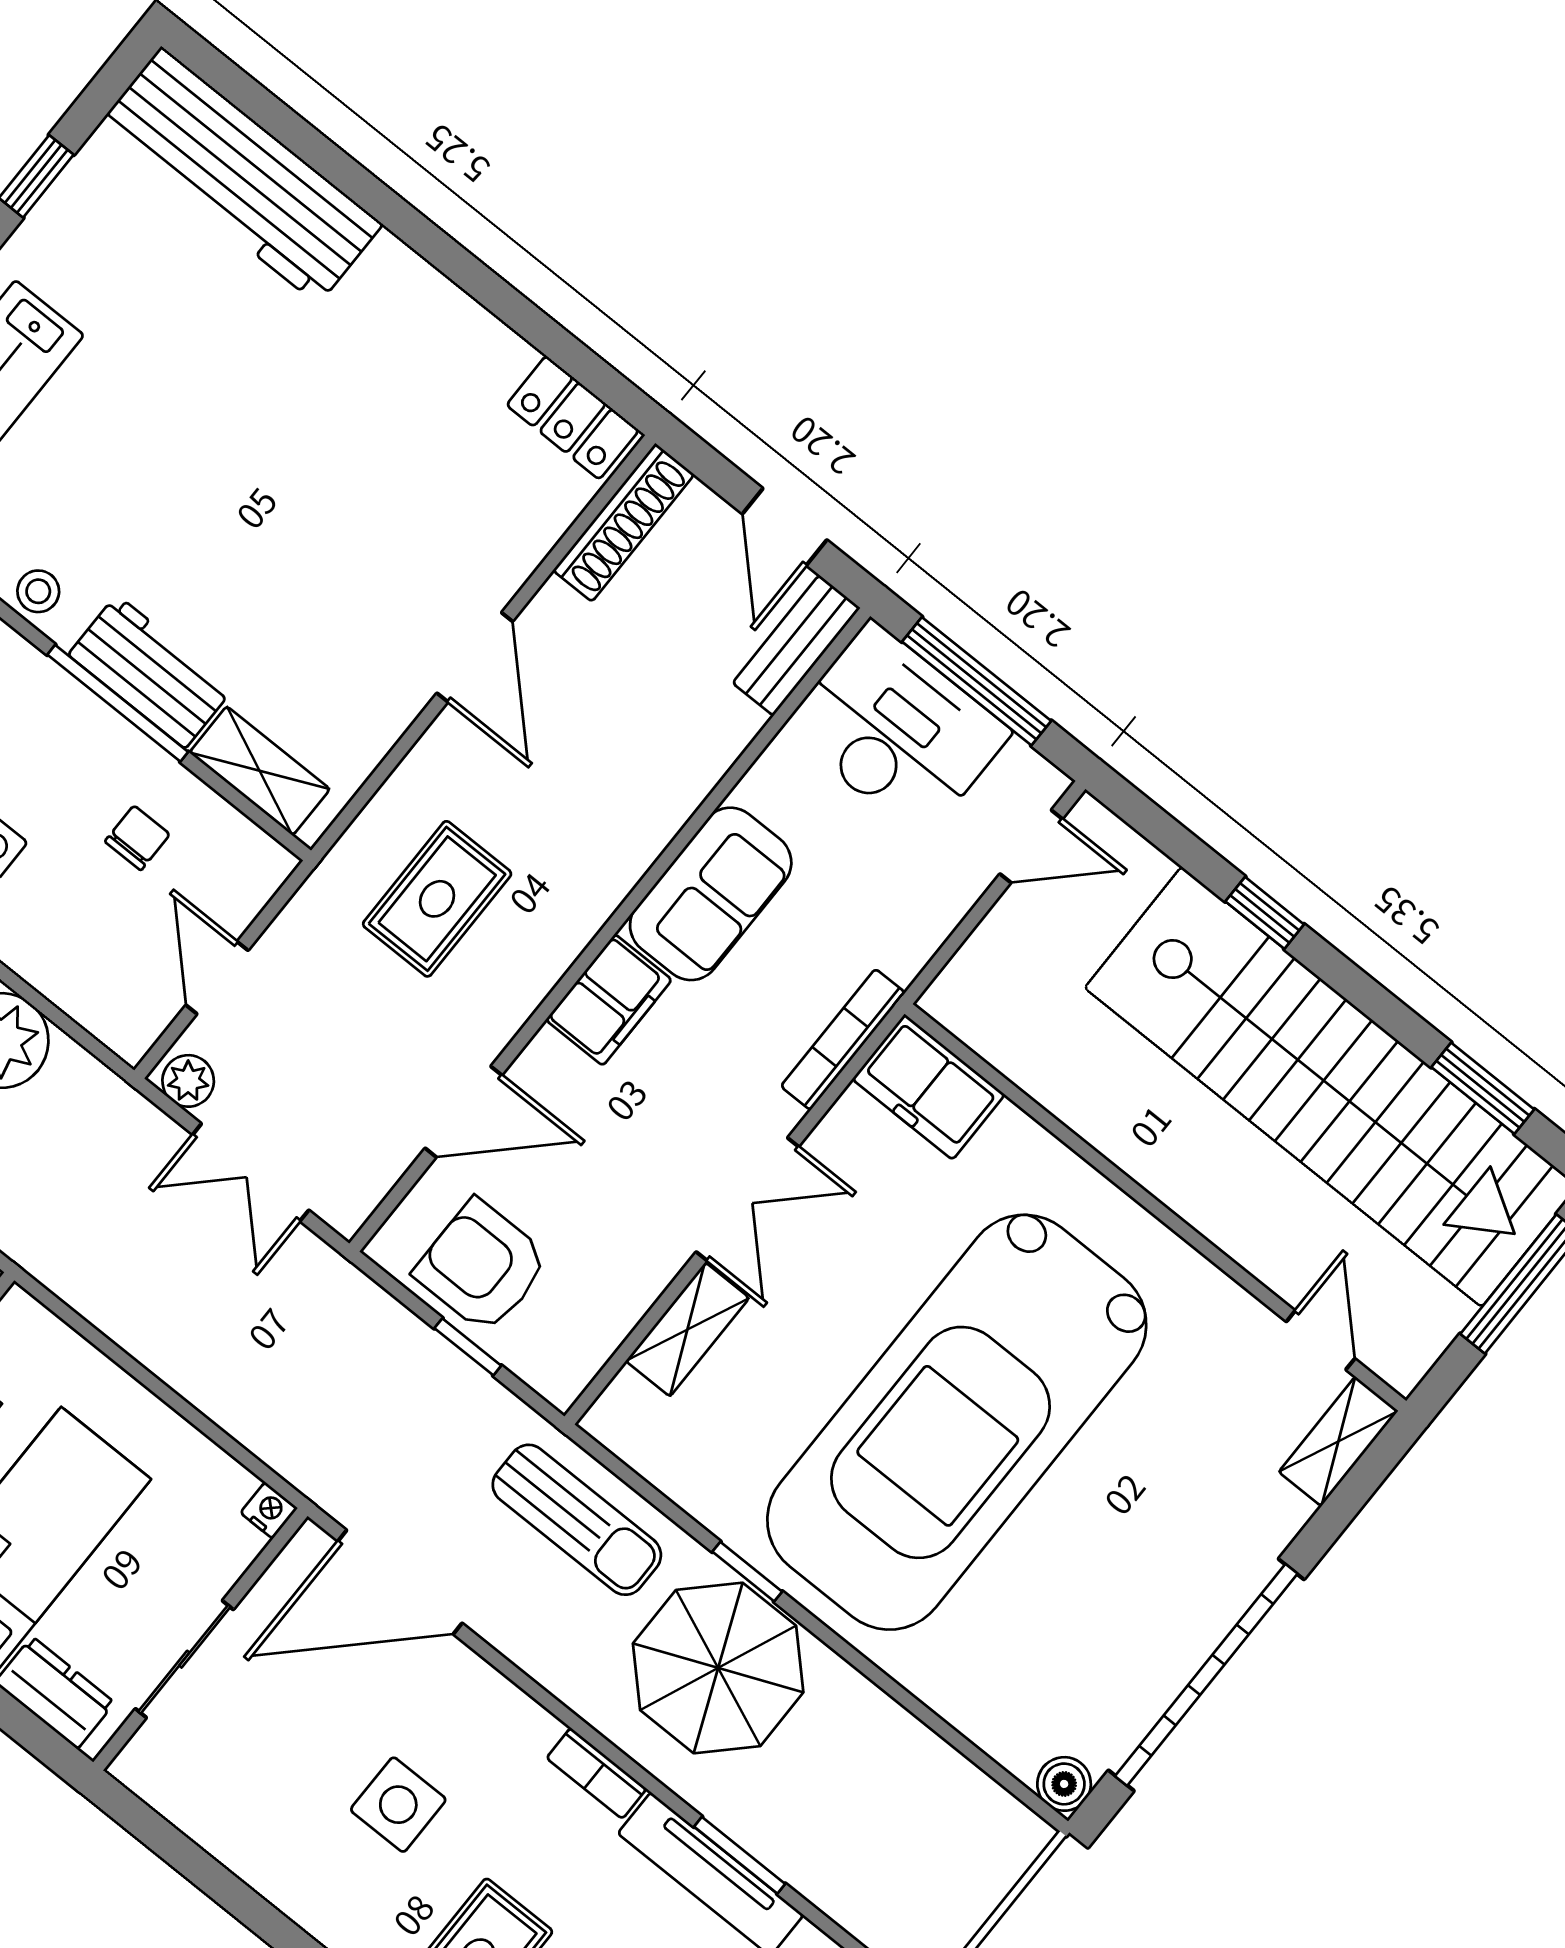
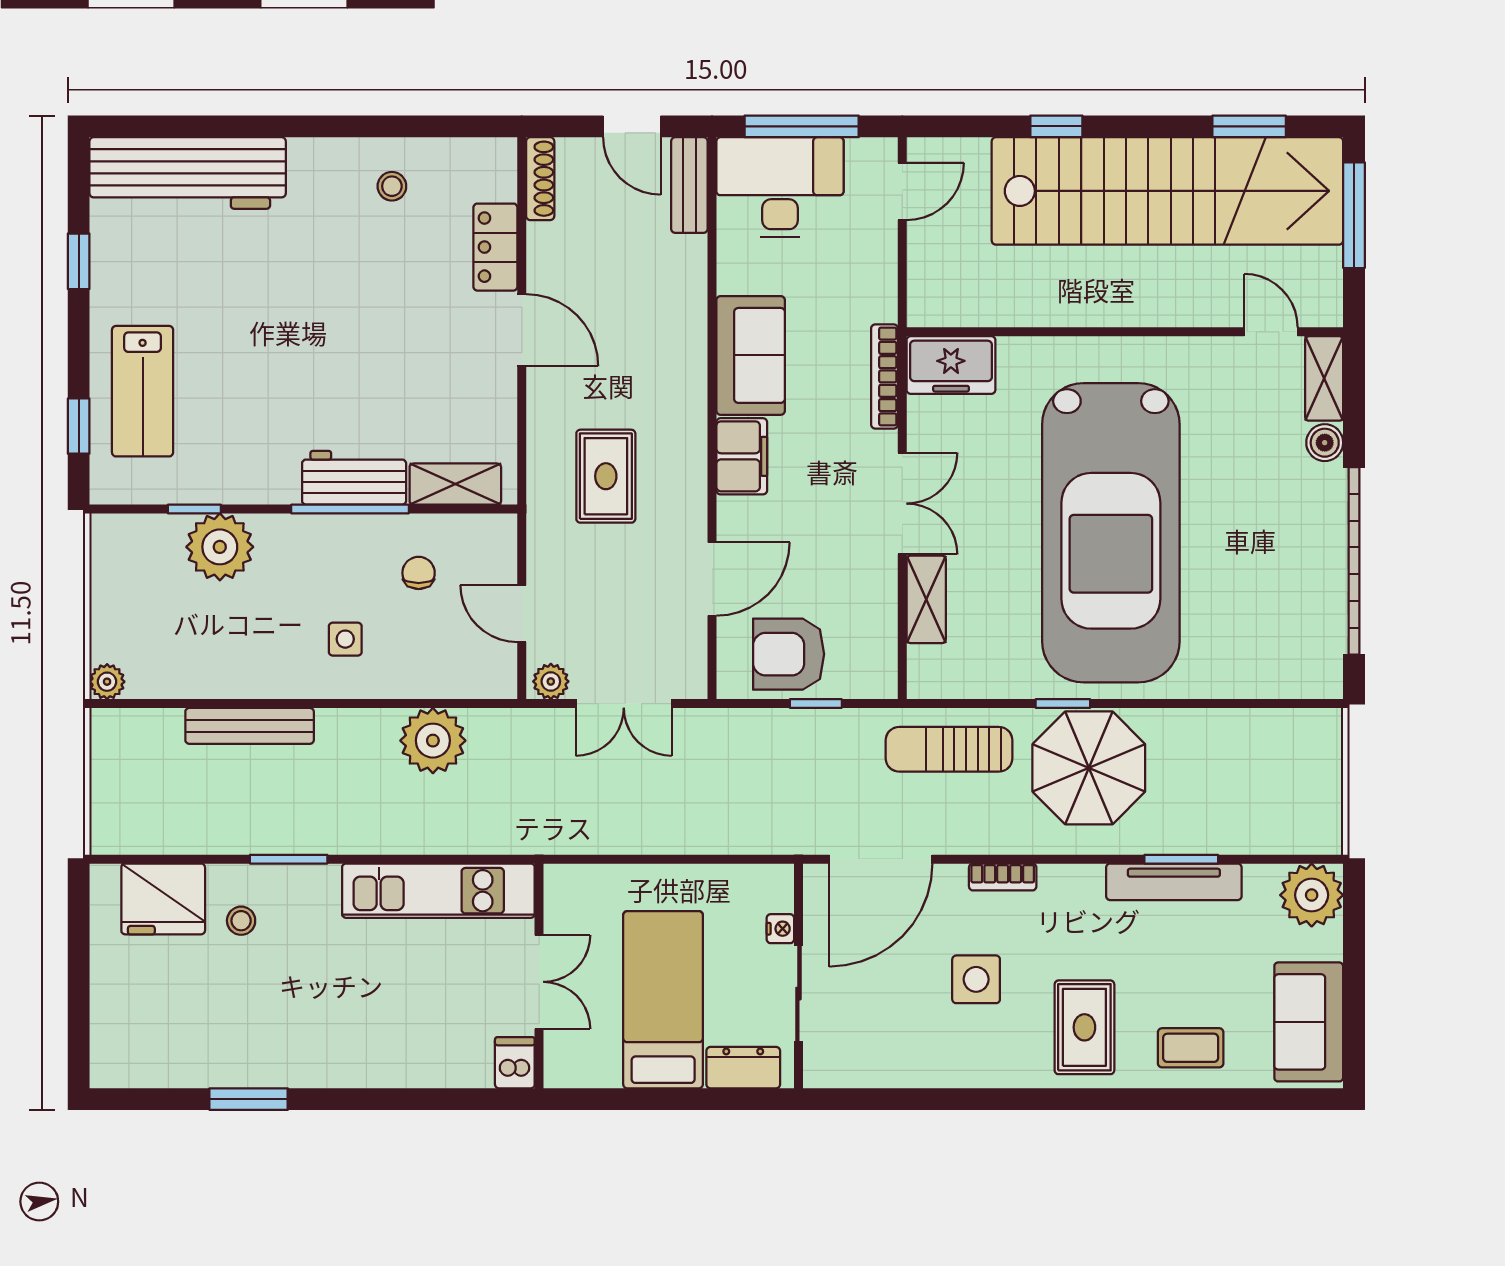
locker: (573, 418) -> (495, 247), moved, turned 90
shoe rack: (624, 522) -> (540, 179), width x0.74, depth x0.81
stool: (38, 591) -> (392, 186), moved
nightstand: (269, 1510) -> (780, 929), moved, turned 90
sun lounger: (577, 1520) -> (949, 749), turned 180
bookcase: (596, 1773) -> (1003, 877), moved
boiler: (1064, 1784) -> (1325, 443), moved

